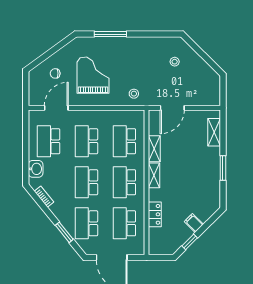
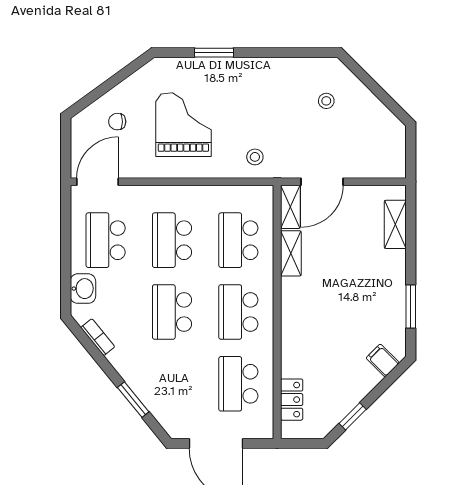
window: (110, 34) -> (214, 53), width x0.69
door: (56, 108) -> (97, 182), moved
window: (223, 168) -> (411, 307), moved
shelving: (154, 175) -> (290, 207), moved
locker: (155, 214) -> (292, 400), moved
school desk: (86, 223) -> (172, 384), removed
filing cabinet: (194, 223) -> (383, 360), moved

